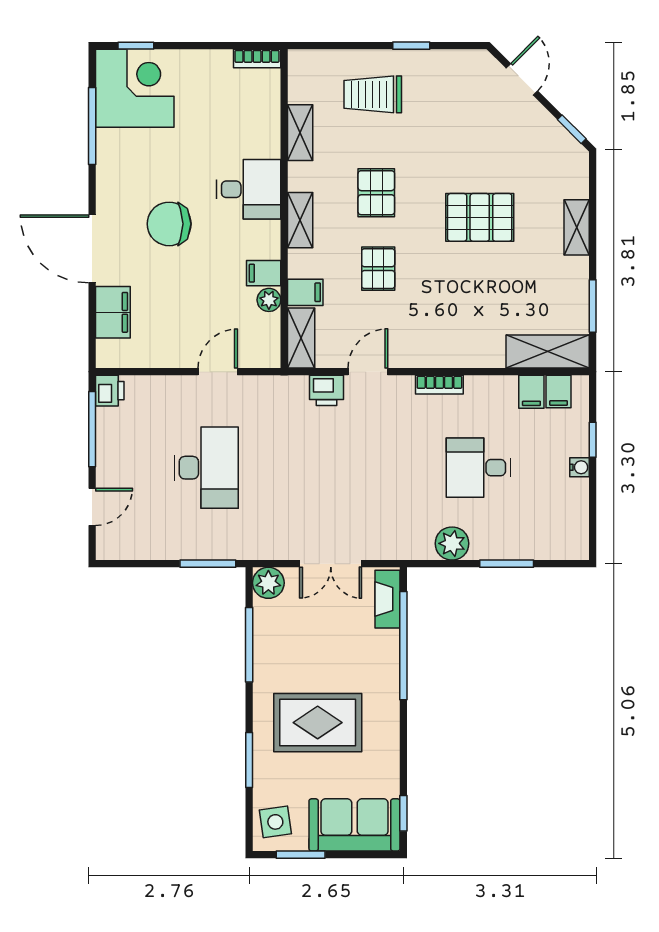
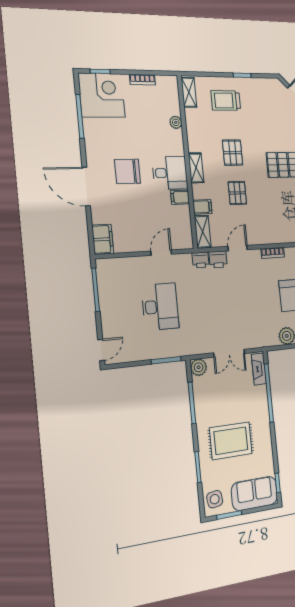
bookcase: (257, 59) -> (142, 80), moved
shelving: (300, 133) -> (189, 92), moved
desk: (248, 189) -> (170, 173), moved
plant: (269, 300) -> (176, 122), moved
filing cabinet: (113, 312) -> (103, 239), moved
printer: (110, 391) -> (201, 260), moved, turned 90
door: (92, 507) -> (101, 350), moved

